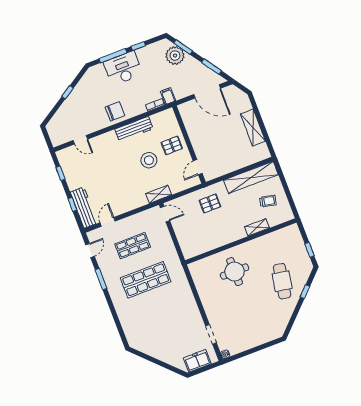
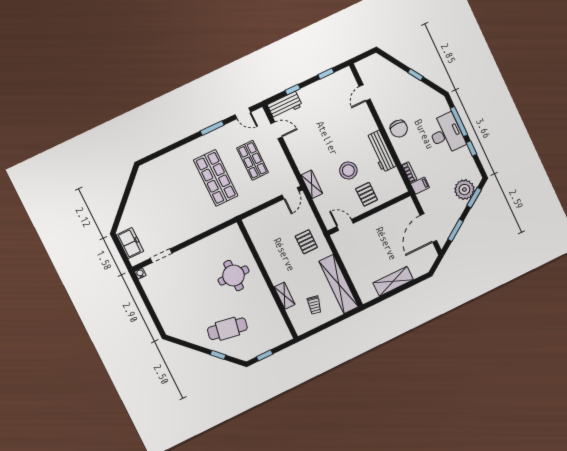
workbench: (84, 208) -> (285, 105), width x0.73

